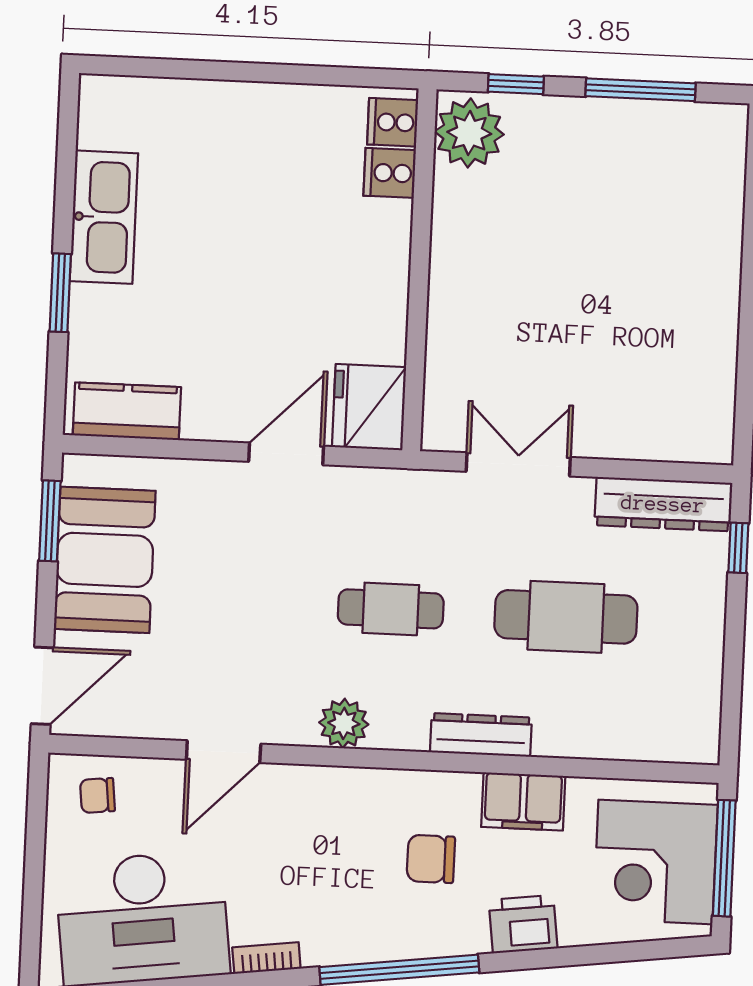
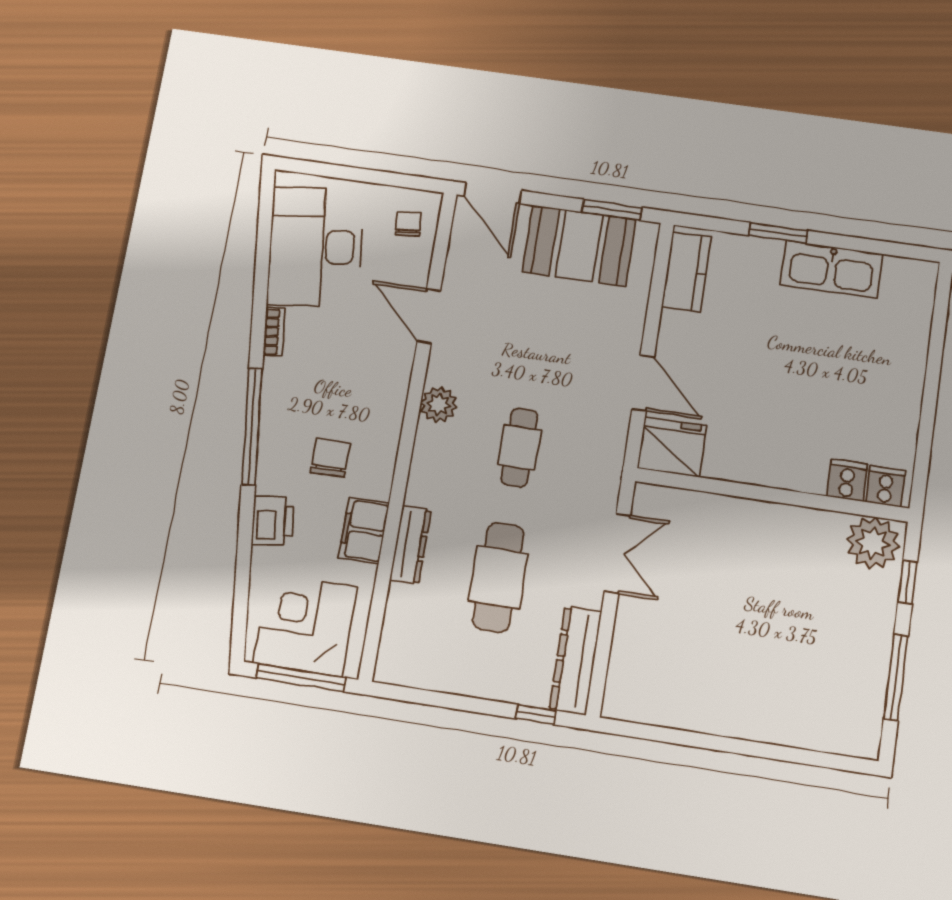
dresser: (481, 735) -> (411, 545), moved

